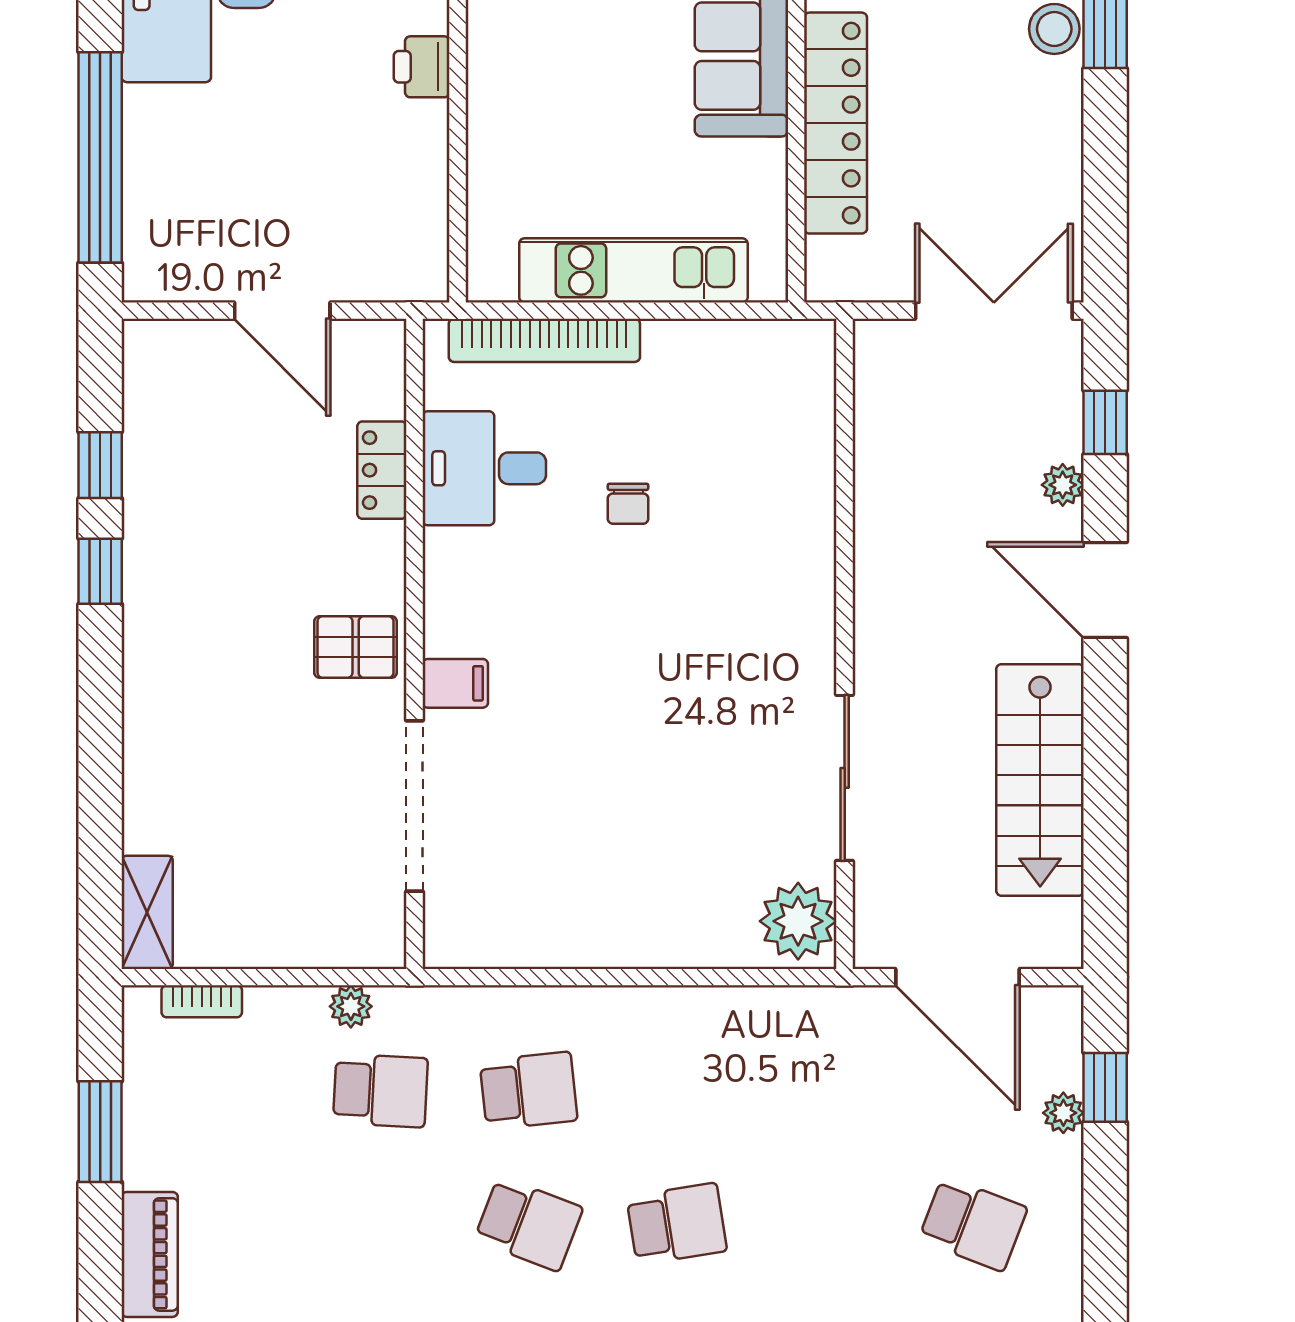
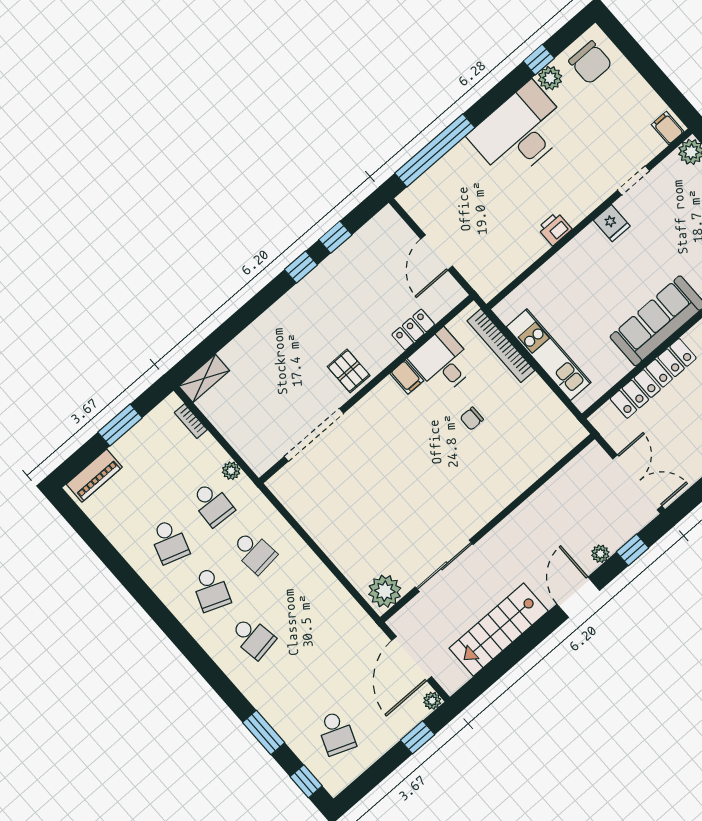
filing cabinet: (455, 683) -> (407, 377), moved
plant: (1063, 1113) -> (432, 701), moved
school desk: (380, 1224) -> (169, 542), added

